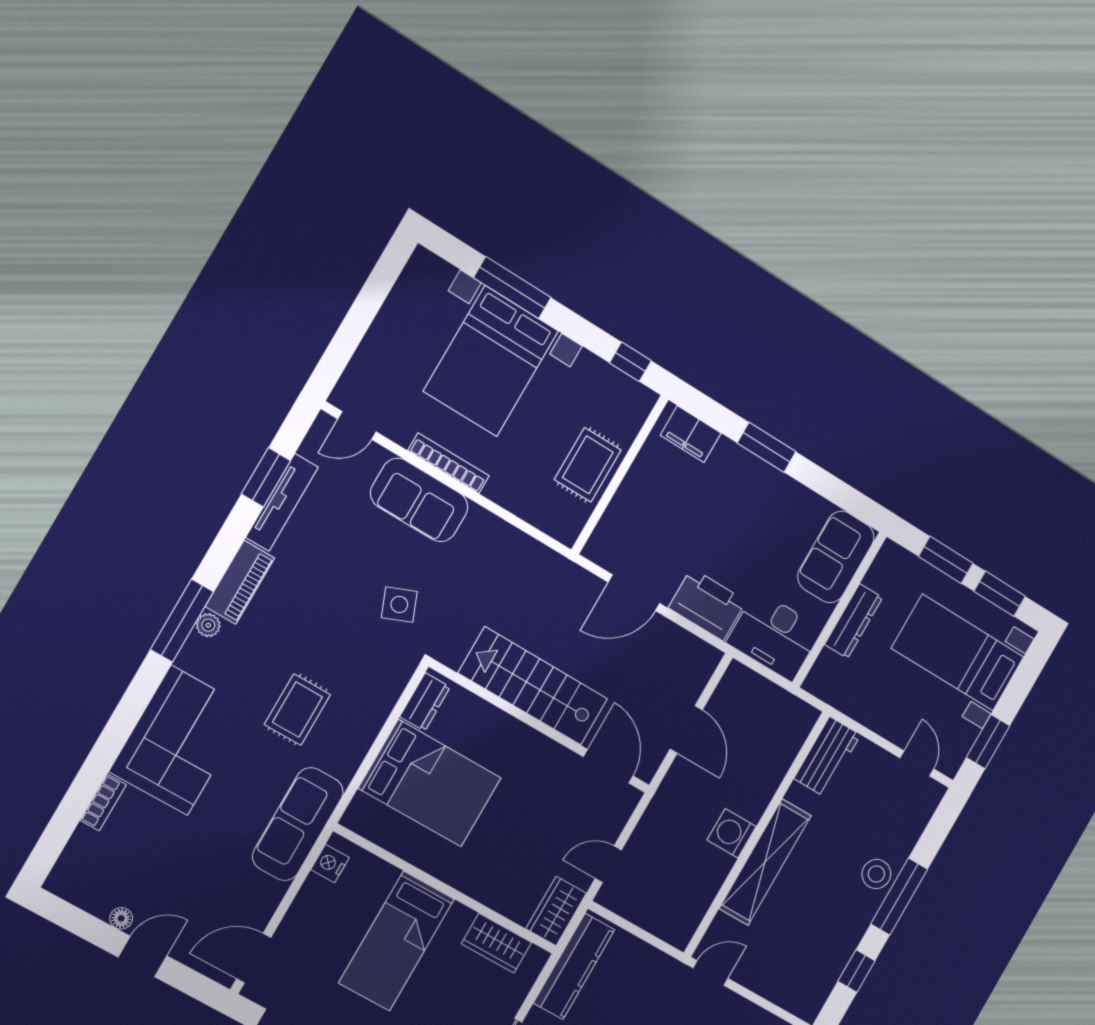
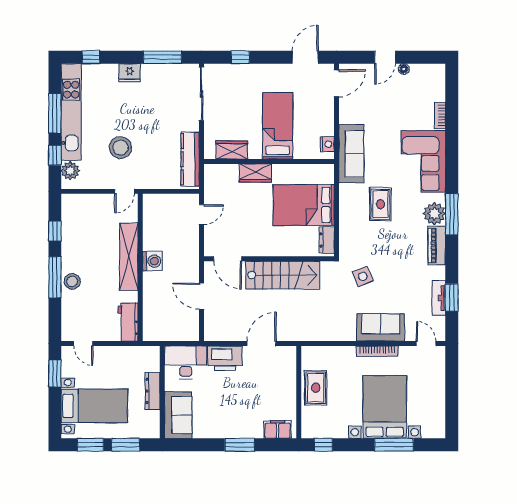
door: (357, 425) -> (426, 344), hinge flipped
tv unit: (282, 502) -> (439, 298), width x0.71
plant: (208, 625) -> (434, 214), width x1.88, depth x1.88
wardrobe: (556, 911) -> (255, 173), moved, turned 90

